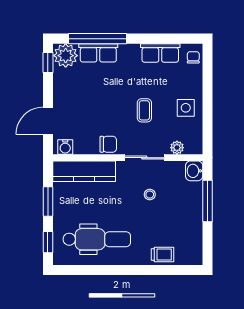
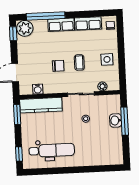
row of seats: (98, 53) -> (61, 25), moved
chair: (108, 144) -> (58, 66), moved
water cooler: (65, 147) -> (38, 89), moved
washbasin: (194, 171) -> (116, 120), moved
window: (48, 202) -> (17, 115), moved
trolley: (163, 255) -> (96, 158), removed

